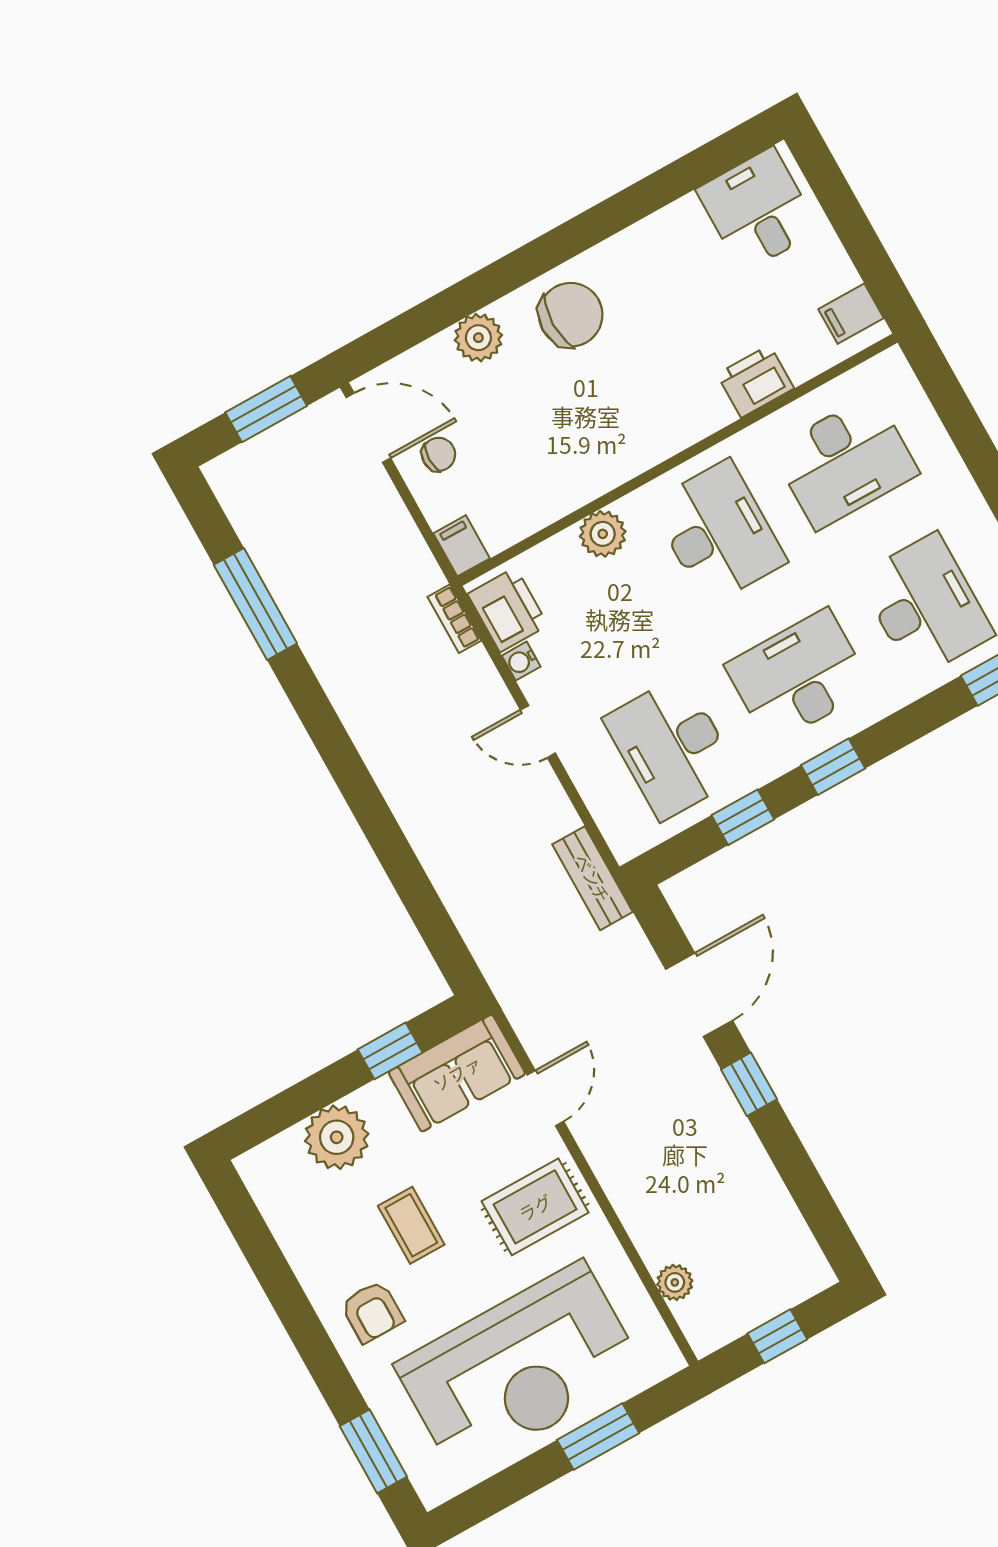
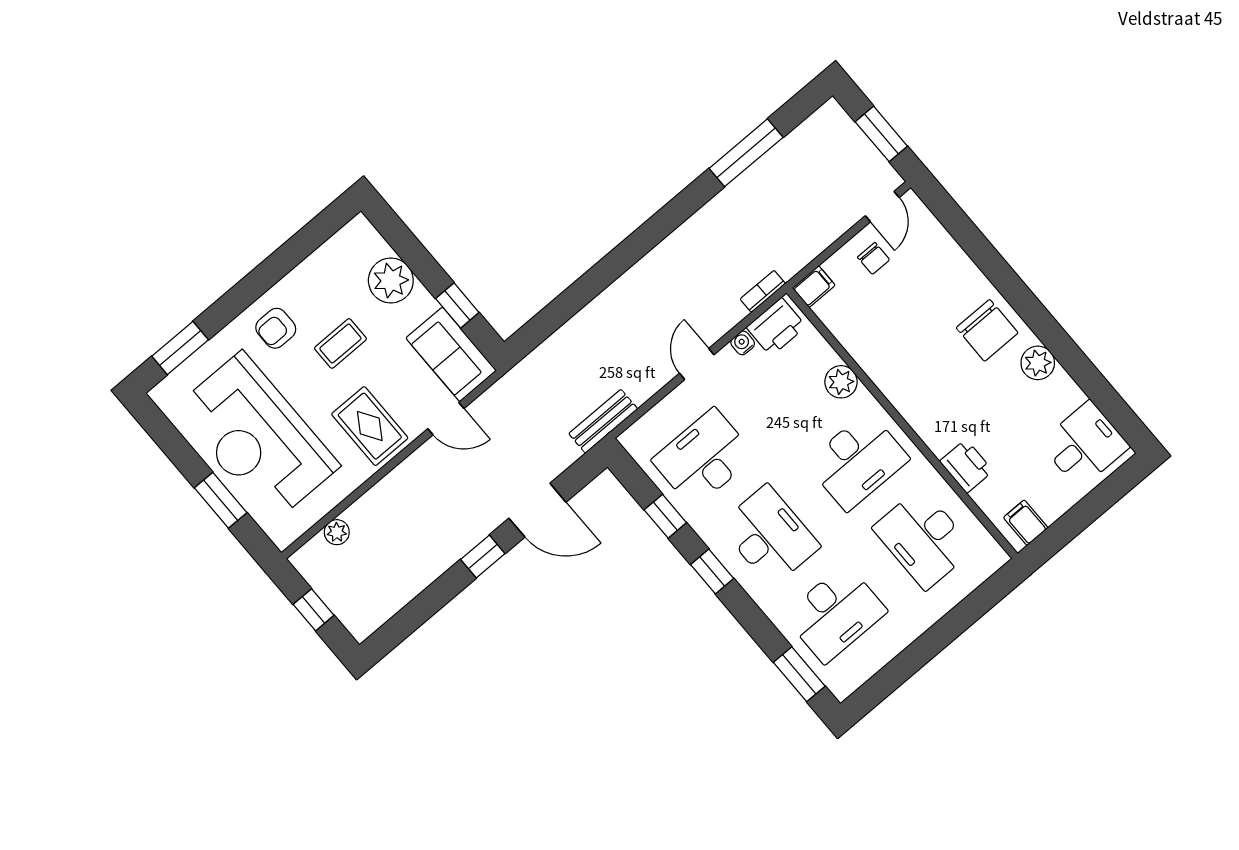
plant: (478, 338) -> (1038, 363), moved
door: (368, 428) -> (882, 207), width x0.73

